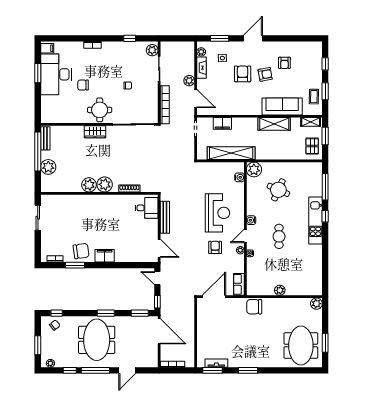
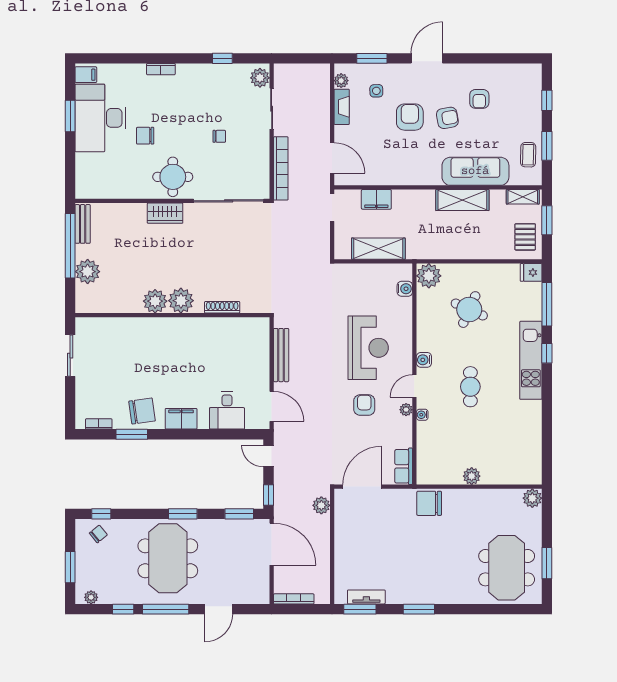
plant: (189, 81) -> (321, 505), moved
shelving: (231, 153) -> (378, 249), width x0.68
fridge: (316, 168) -> (531, 272), added
desk: (147, 208) -> (227, 410), moved, turned 90

